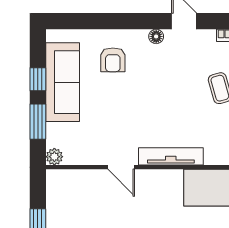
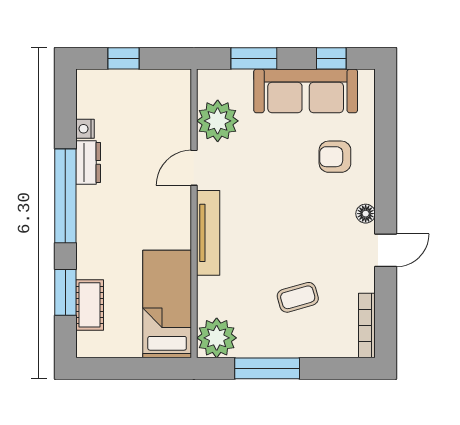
window: (38, 79) -> (331, 58), moved
plant: (54, 157) -> (218, 121), moved, width x1.87, depth x1.87

